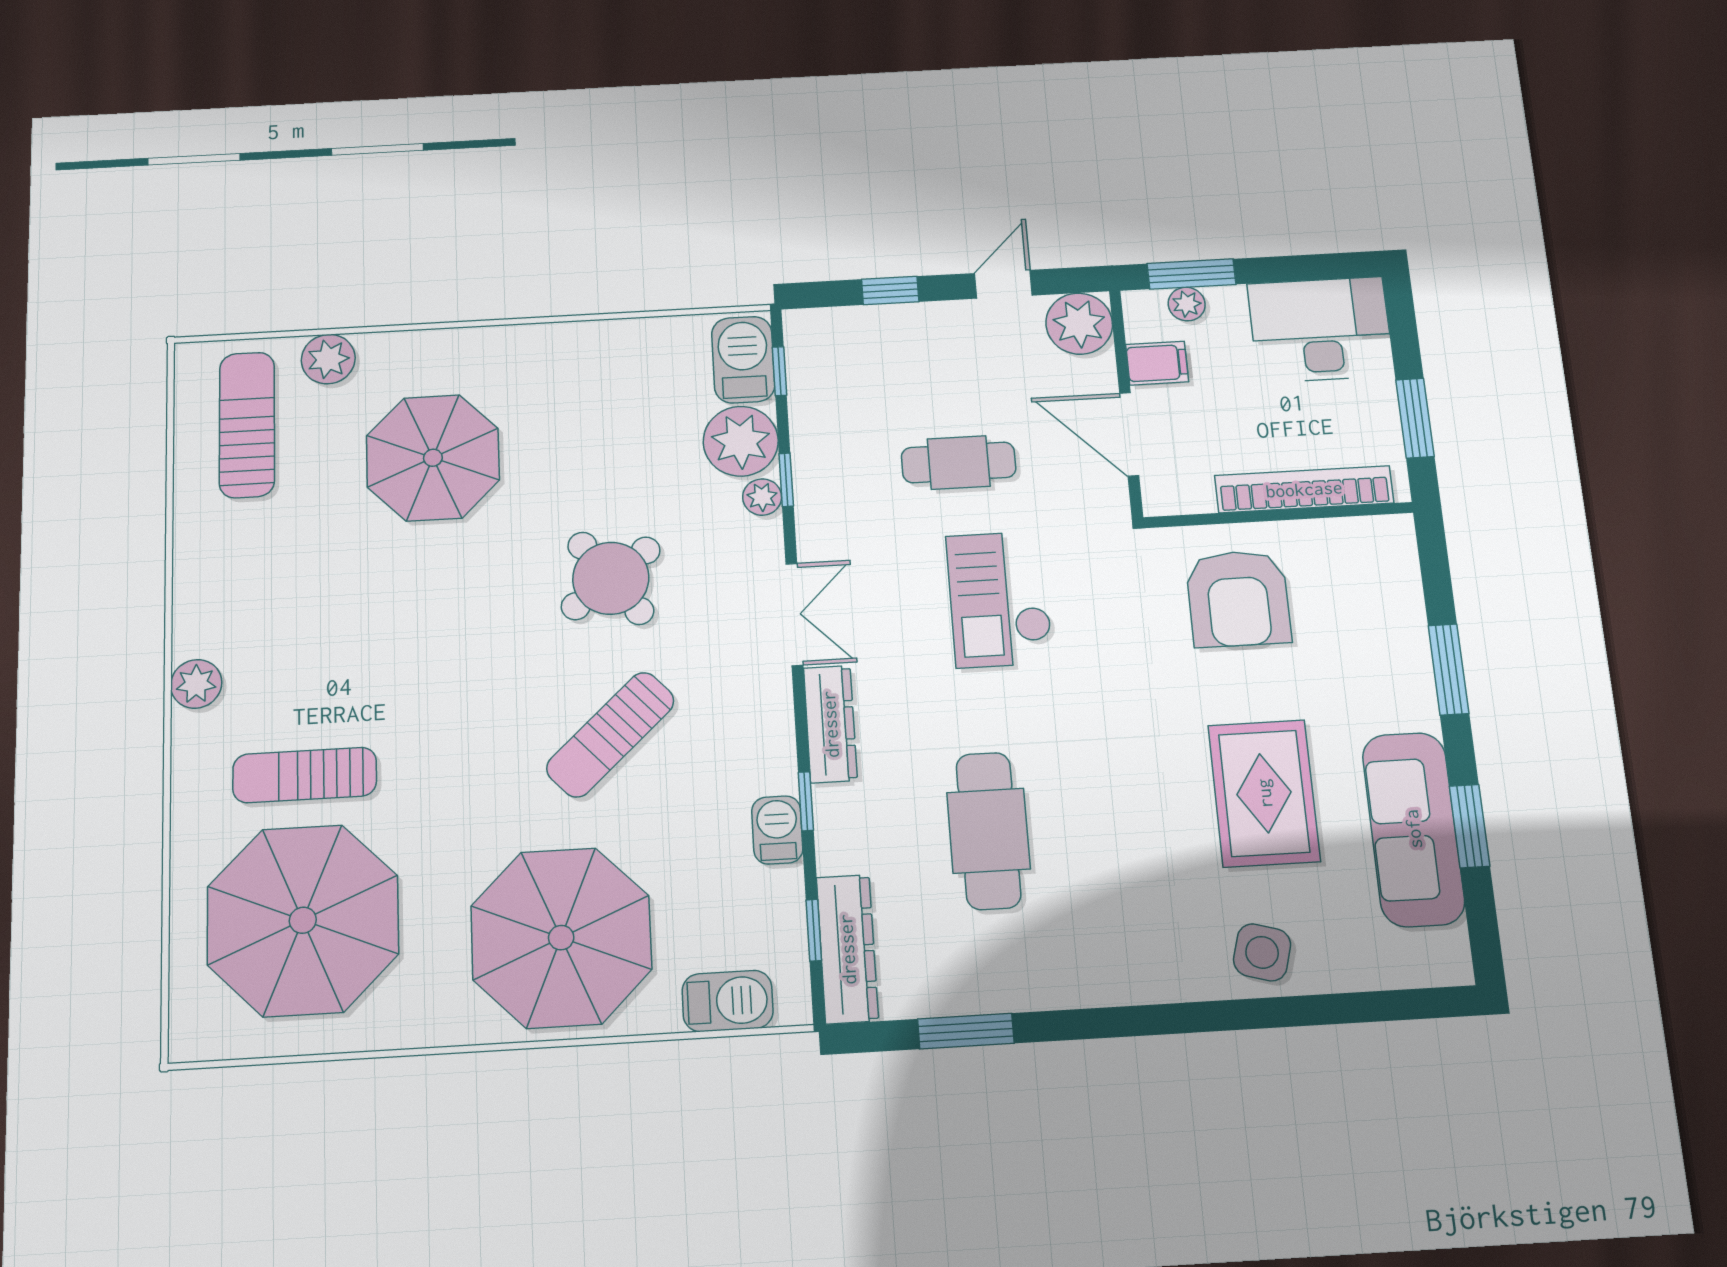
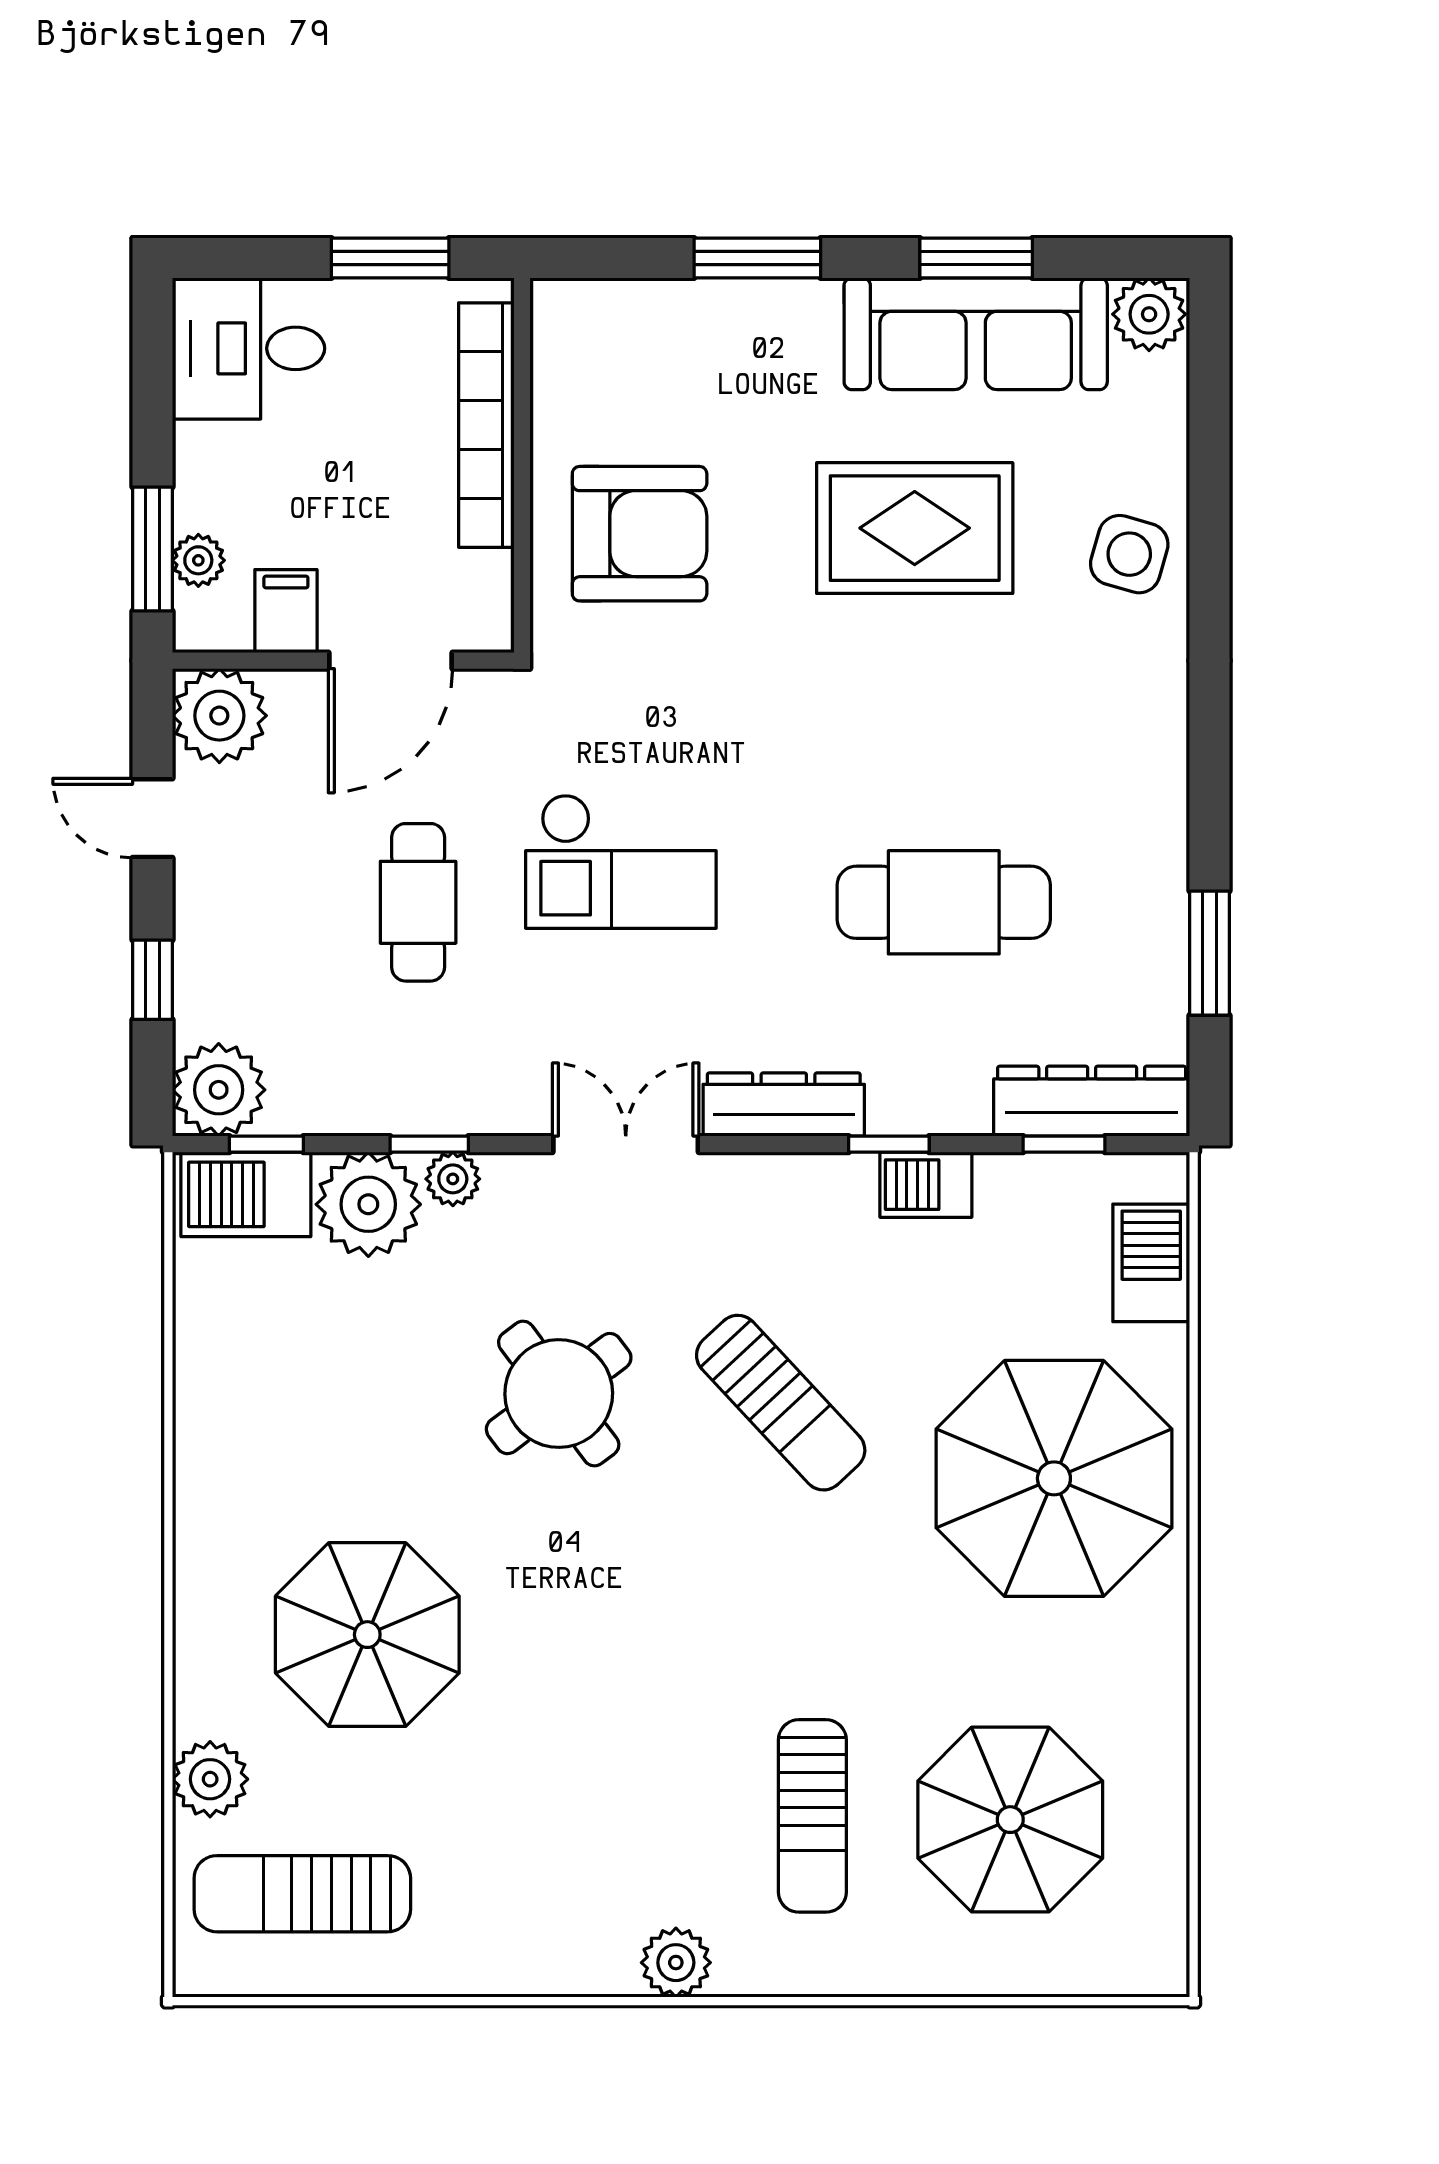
desk: (1321, 329) -> (248, 348), width x0.73
plant: (816, 338) -> (219, 1090), added
parasol: (303, 920) -> (1010, 1820), width x0.73, depth x0.73
plant: (1444, 956) -> (1149, 314), added

